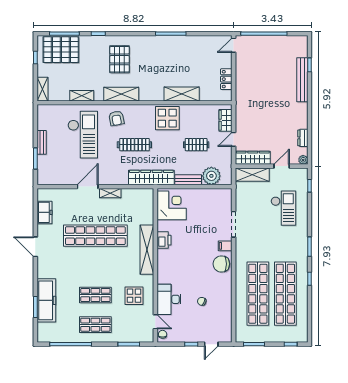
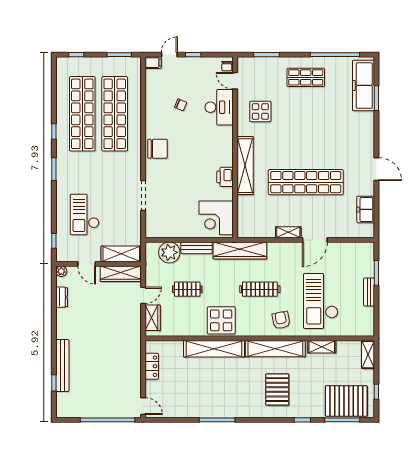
door: (234, 45) -> (143, 406), hinge flipped
shelving: (121, 94) -> (275, 349), width x1.47
shelving: (182, 94) -> (214, 349), width x1.47
door: (282, 166) -> (87, 264), hinge flipped
filing cabinet: (225, 246) -> (153, 63), moved
shop shelf: (95, 295) -> (306, 112), removed
freezer: (46, 300) -> (363, 85), moved

